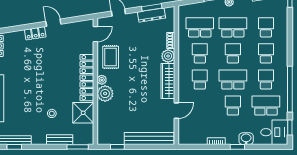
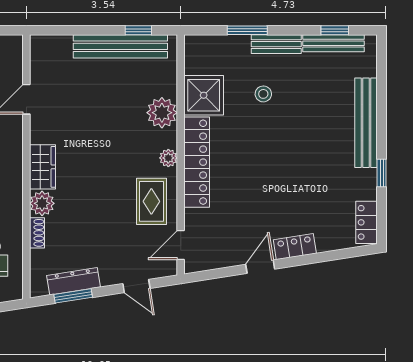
door: (53, 23) -> (260, 267), swing flipped
wardrobe: (168, 81) -> (42, 167), width x0.67
plant: (105, 94) -> (162, 113), moved
bench: (149, 138) -> (120, 46), moved
bench: (60, 140) -> (276, 44), moved
window: (78, 147) -> (247, 30), moved

